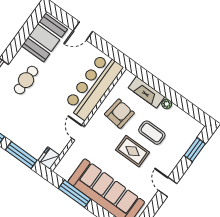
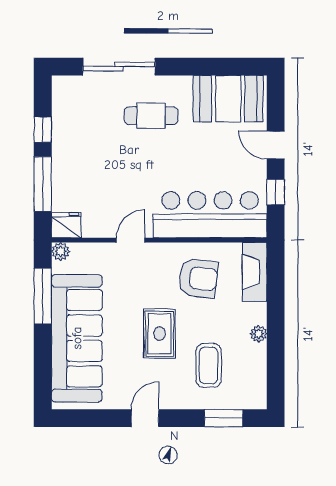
window: (105, 47) -> (276, 192), added
fireplace: (146, 92) -> (255, 272), moved
coffee table: (152, 133) -> (209, 365), moved
plant: (59, 170) -> (61, 251), added

